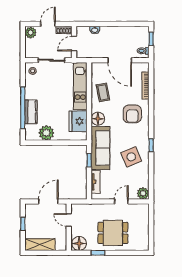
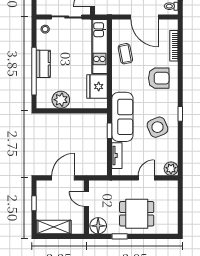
kitchen counter: (31, 112) -> (43, 64), moved
armchair: (132, 114) -> (159, 78), turned -90
floor lamp: (98, 119) -> (120, 84), removed

